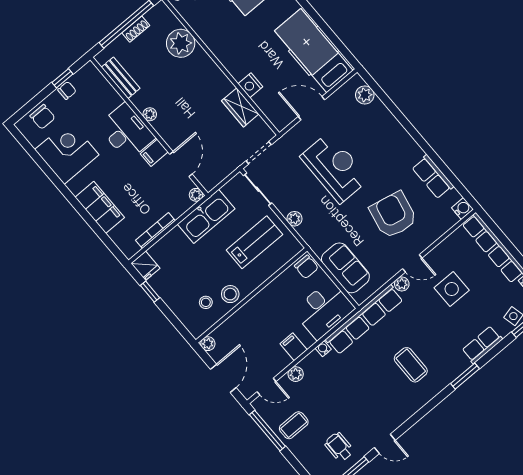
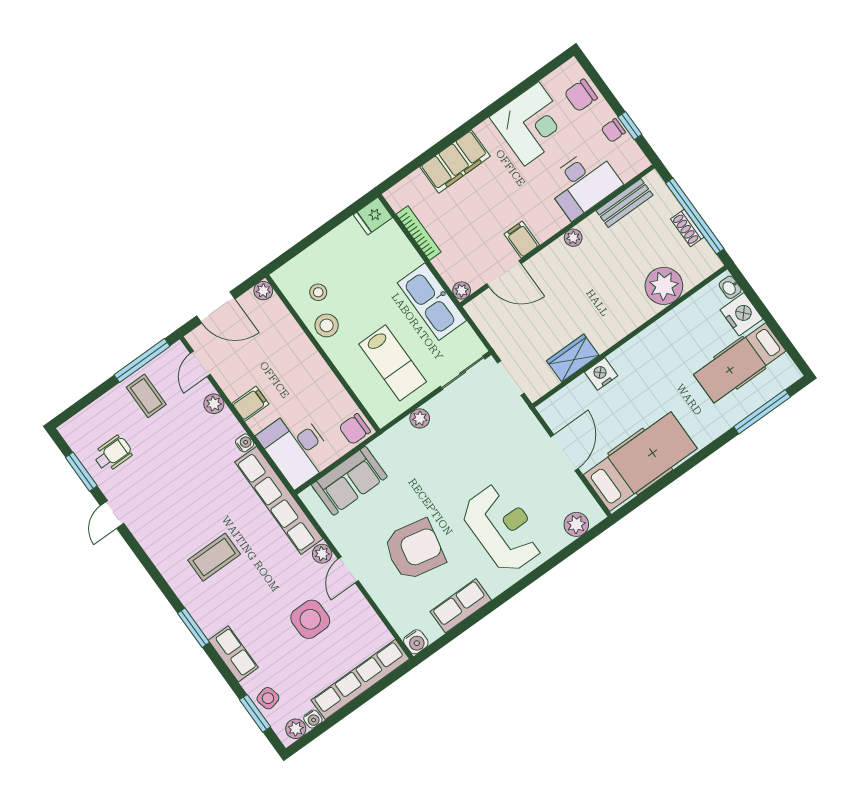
chair: (67, 90) -> (613, 130), turned 90
desk: (126, 132) -> (583, 183), moved
reception desk: (335, 168) -> (503, 528), moved, turned -90
window: (150, 292) -> (338, 219), removed

